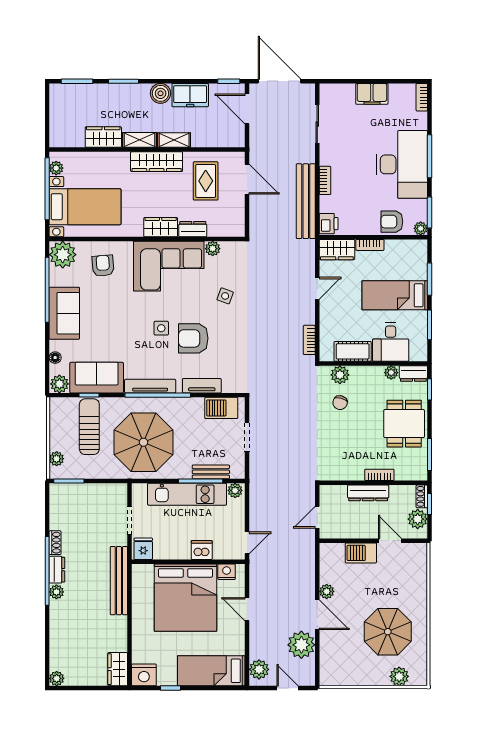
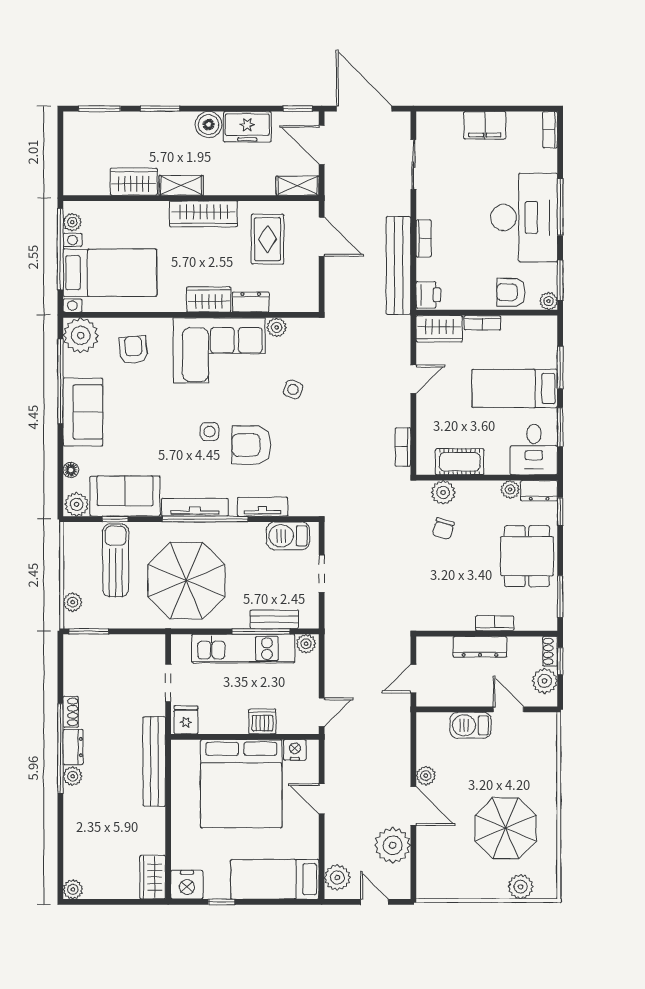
shelving: (174, 140) -> (298, 186), moved
desk: (391, 342) -> (534, 450), moved

